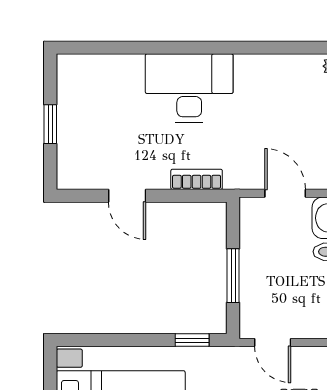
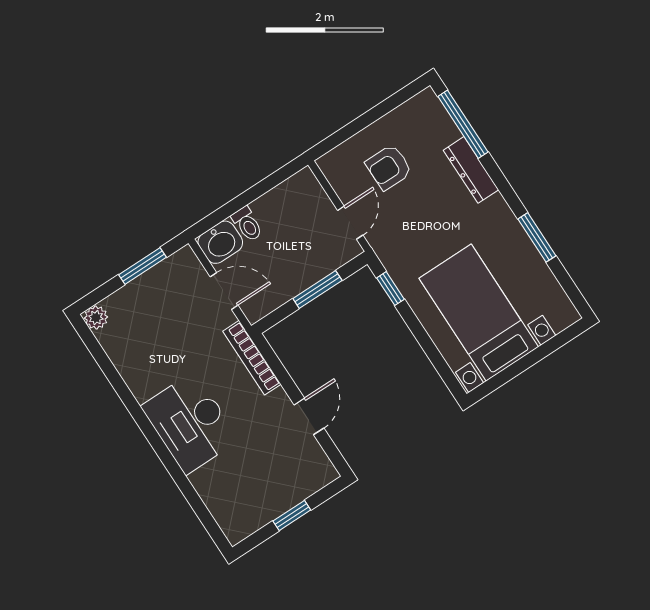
bookcase: (197, 179) -> (252, 358), width x1.56
door: (285, 193) -> (224, 291), swing flipped

